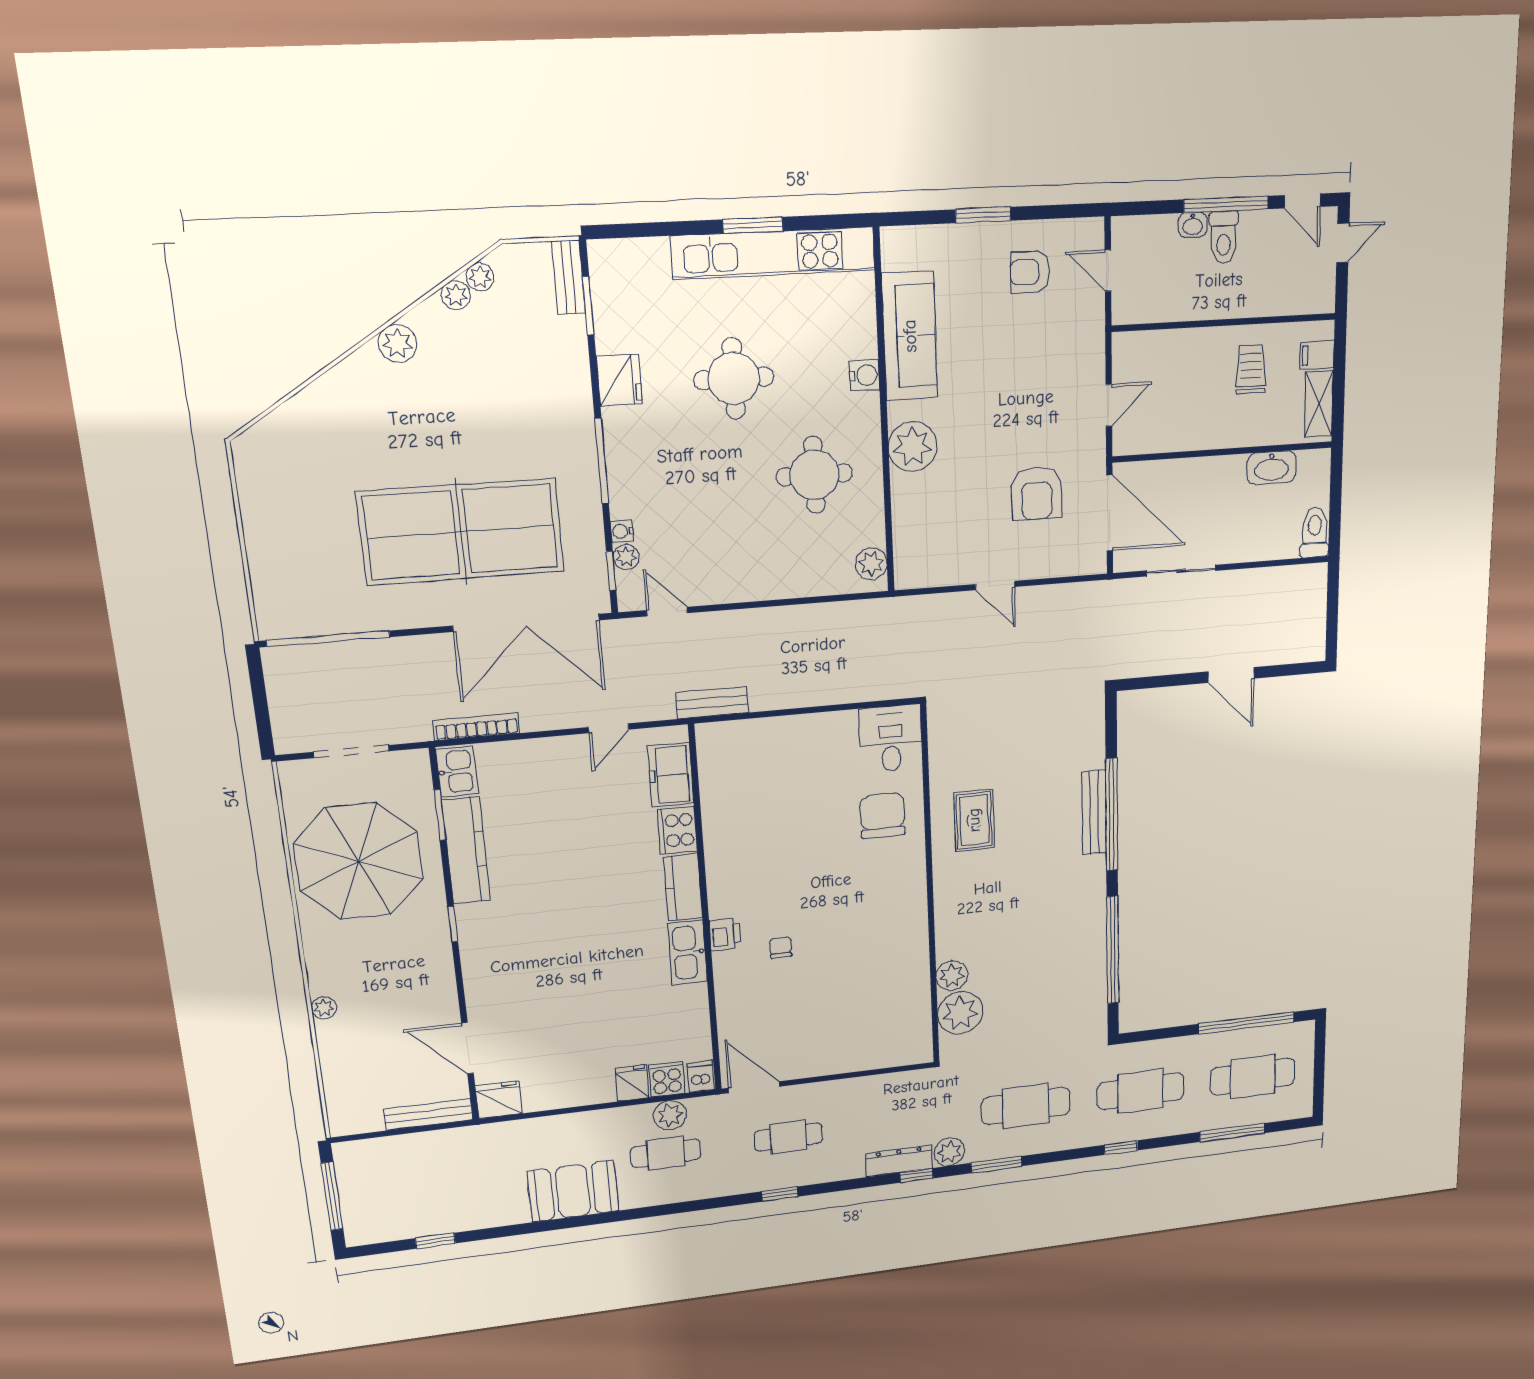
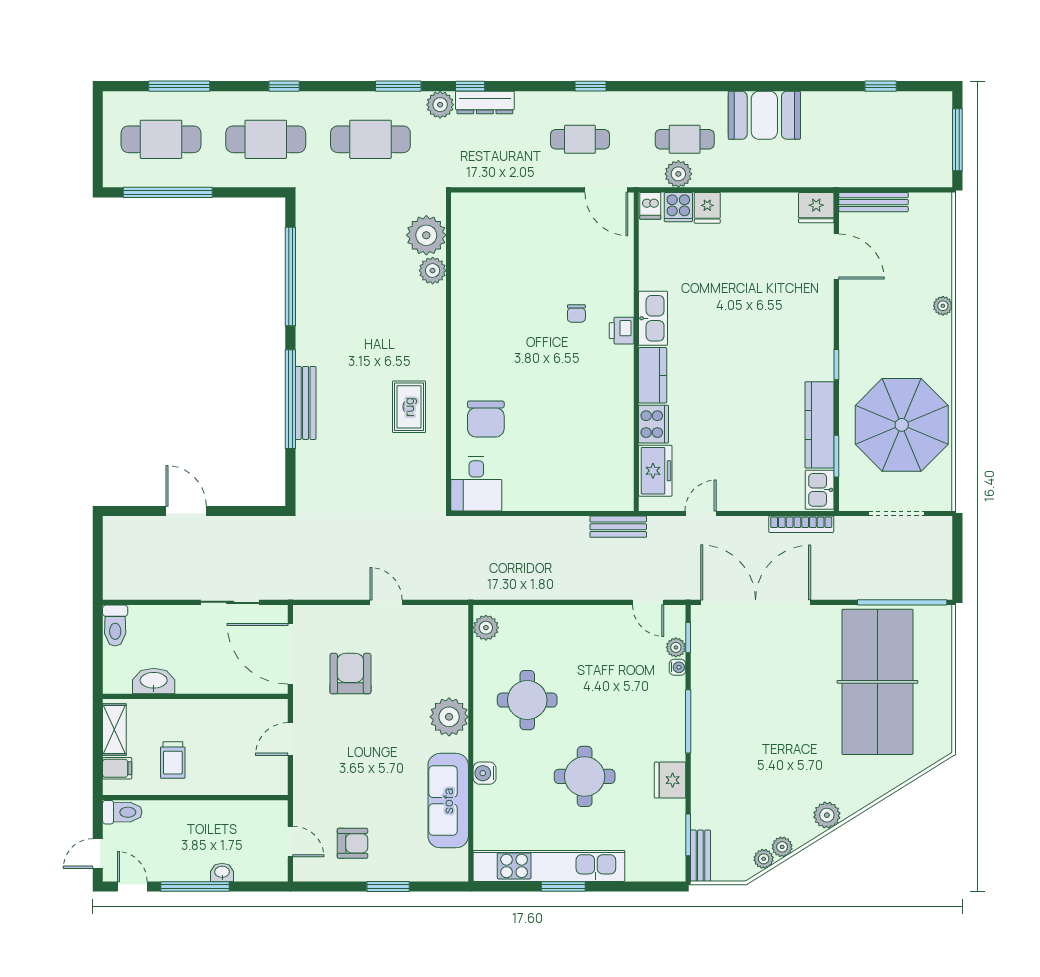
toilet: (1224, 237) -> (122, 812), moved, turned 90
table tennis table: (461, 532) -> (877, 682), moved, turned 90

